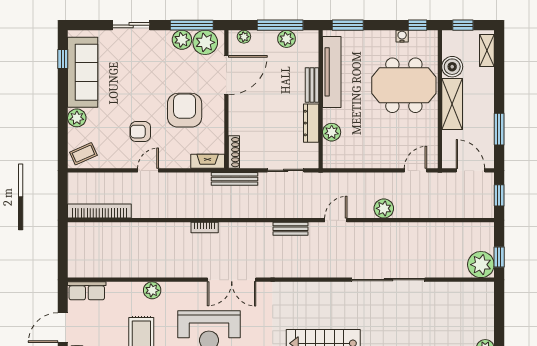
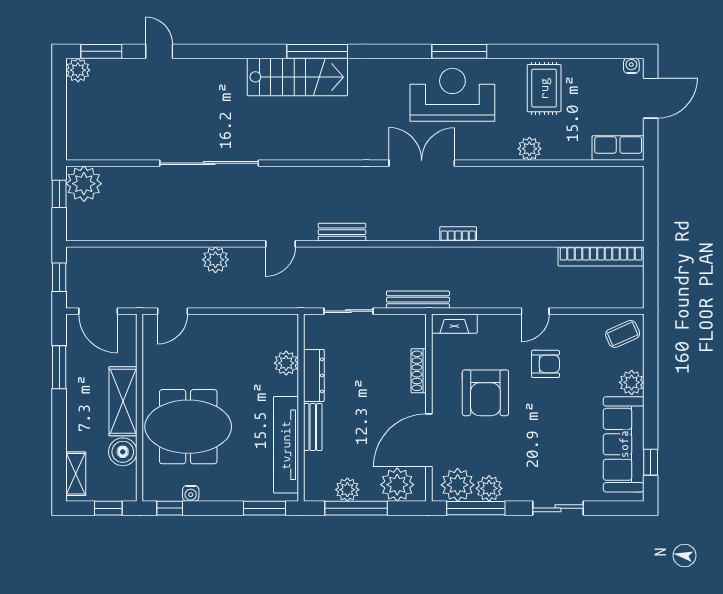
plant: (244, 37) -> (397, 485), width x1.88, depth x1.88
shoe rack: (234, 152) -> (419, 371), moved

